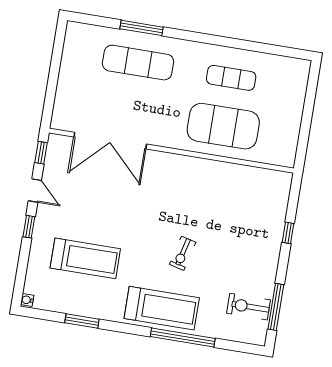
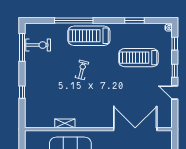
window: (41, 153) -> (175, 44), moved
shelving: (225, 169) -> (65, 123), added

